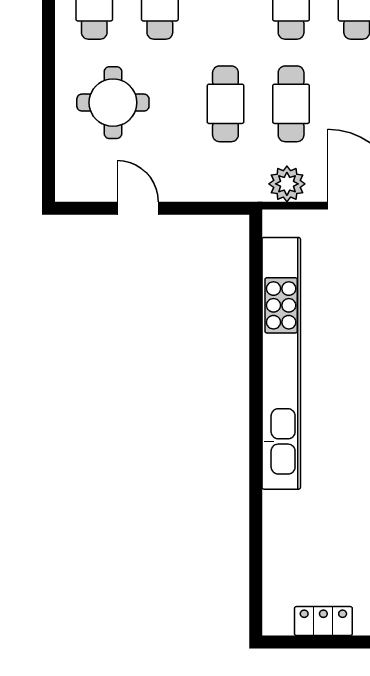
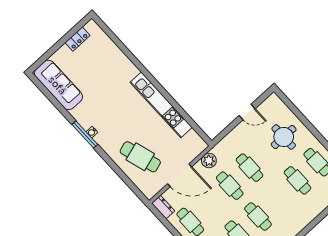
kitchen unit: (281, 363) -> (161, 105), width x0.73

